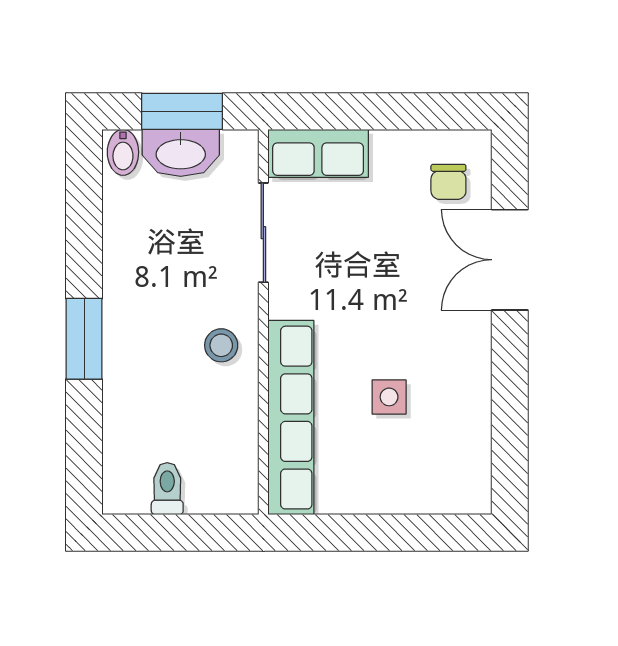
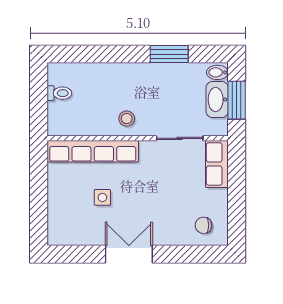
double door: (510, 260) -> (129, 254), moved
window: (84, 339) -> (169, 54), moved

